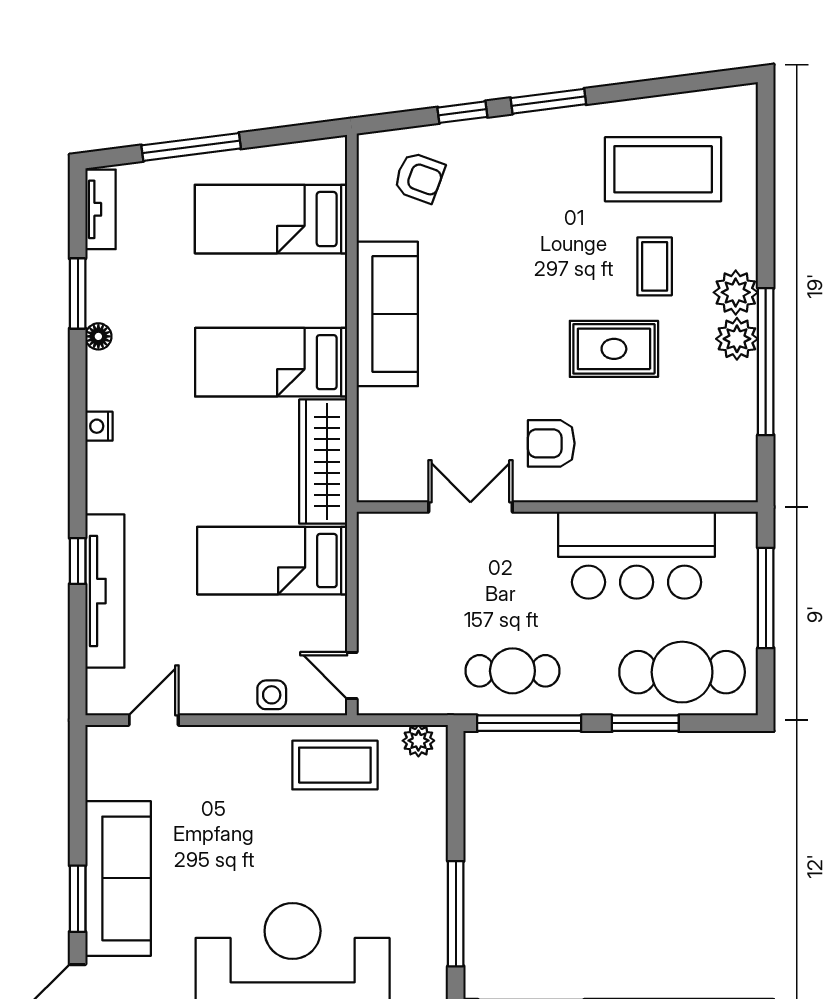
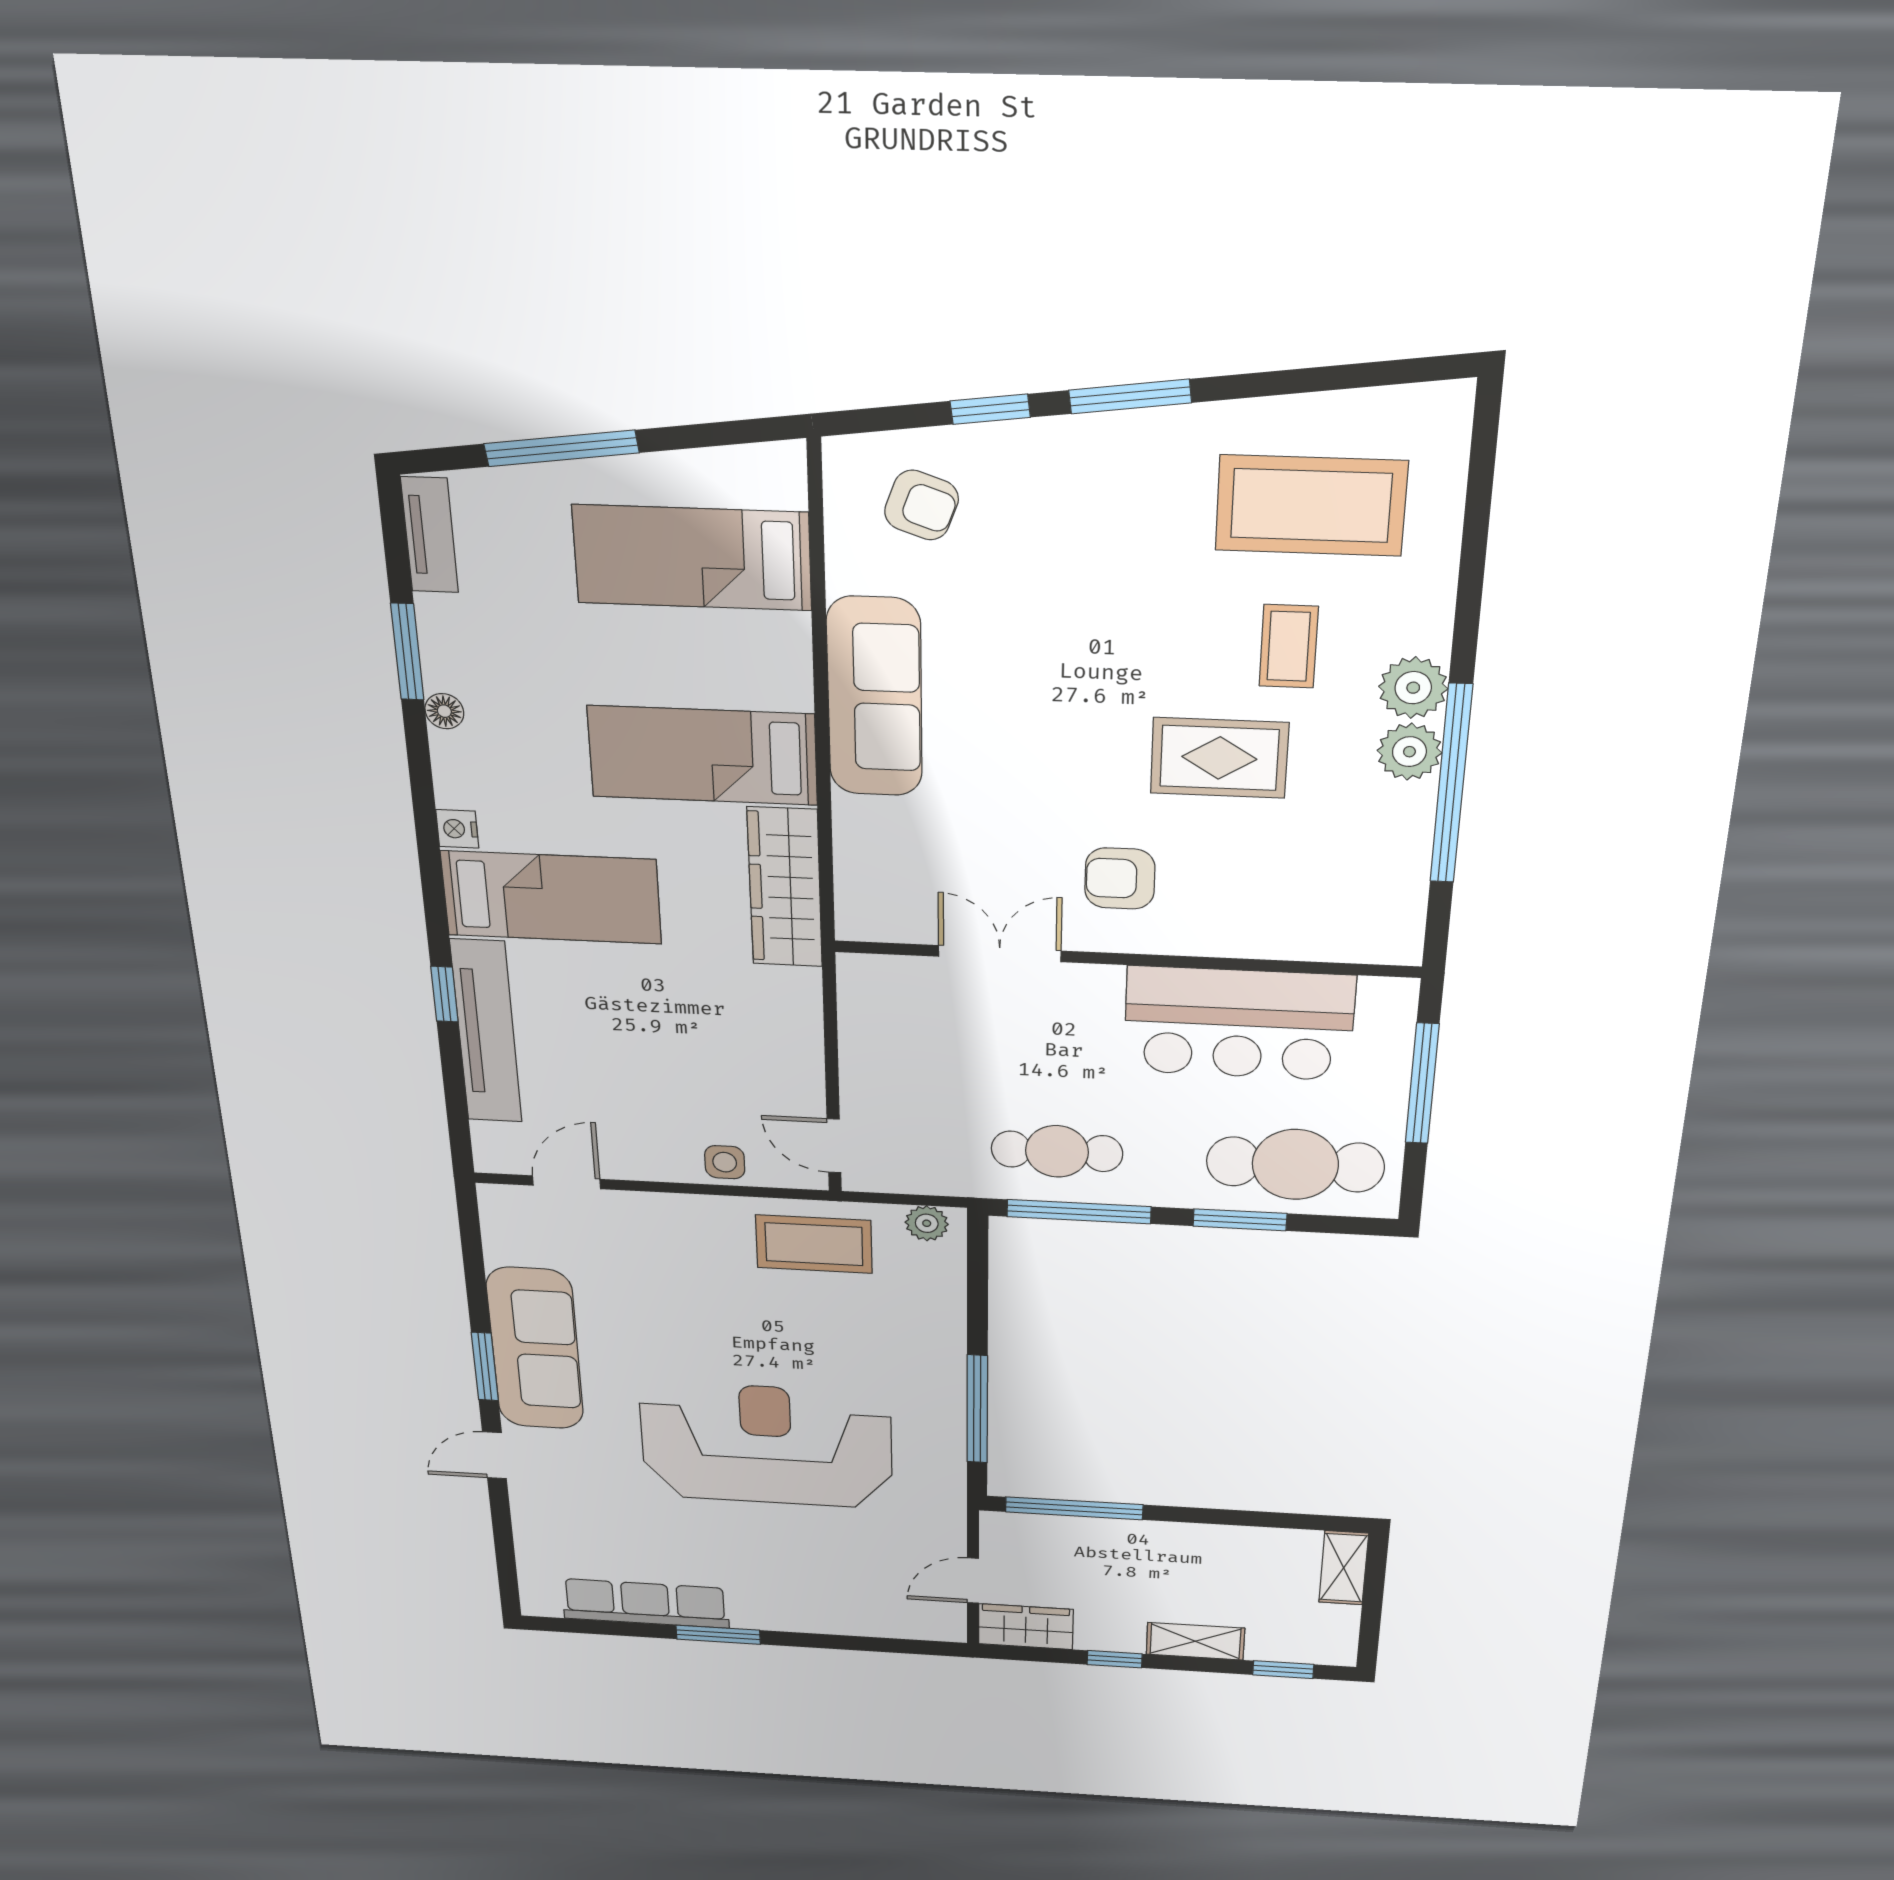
bed: (272, 561) -> (551, 897), moved, turned 180

